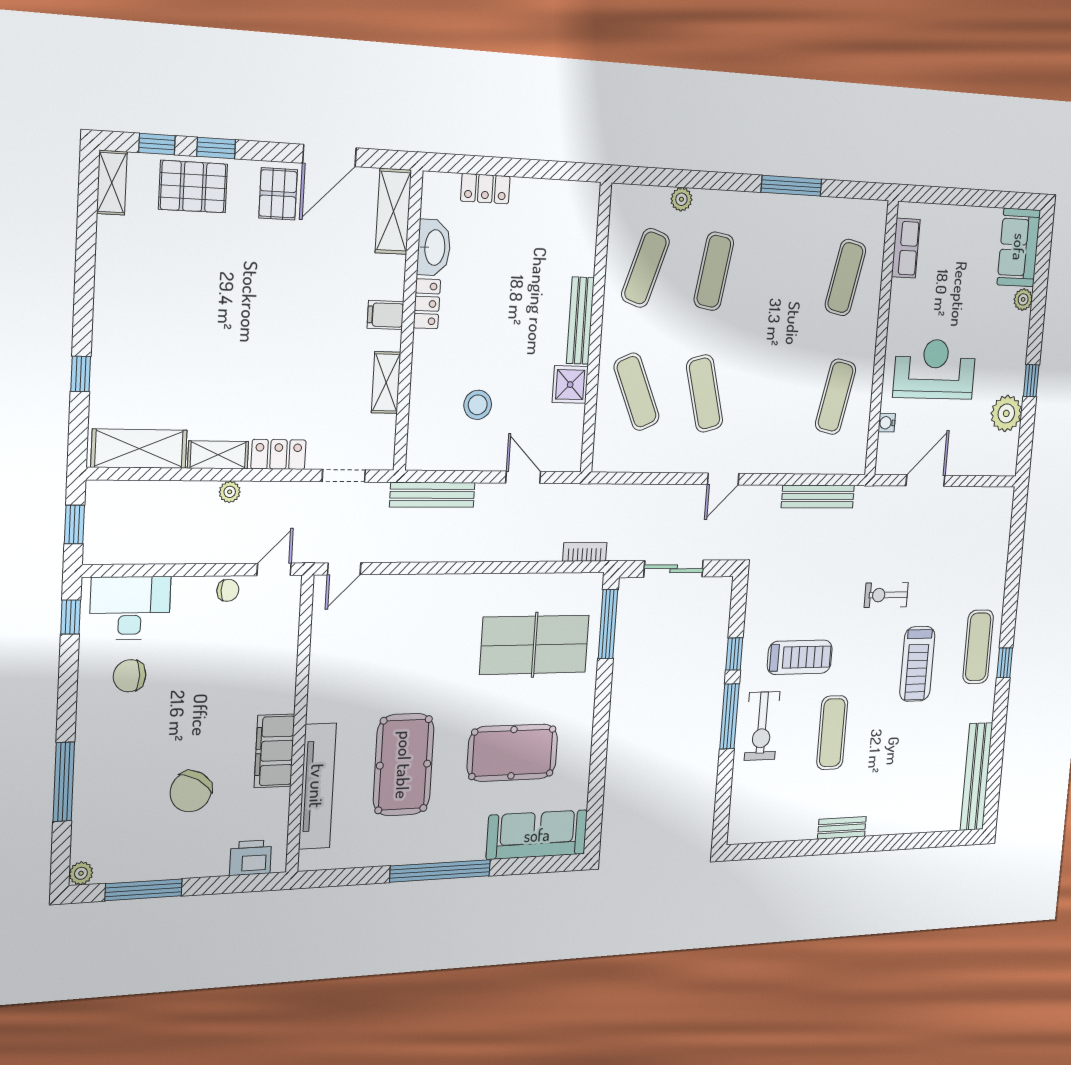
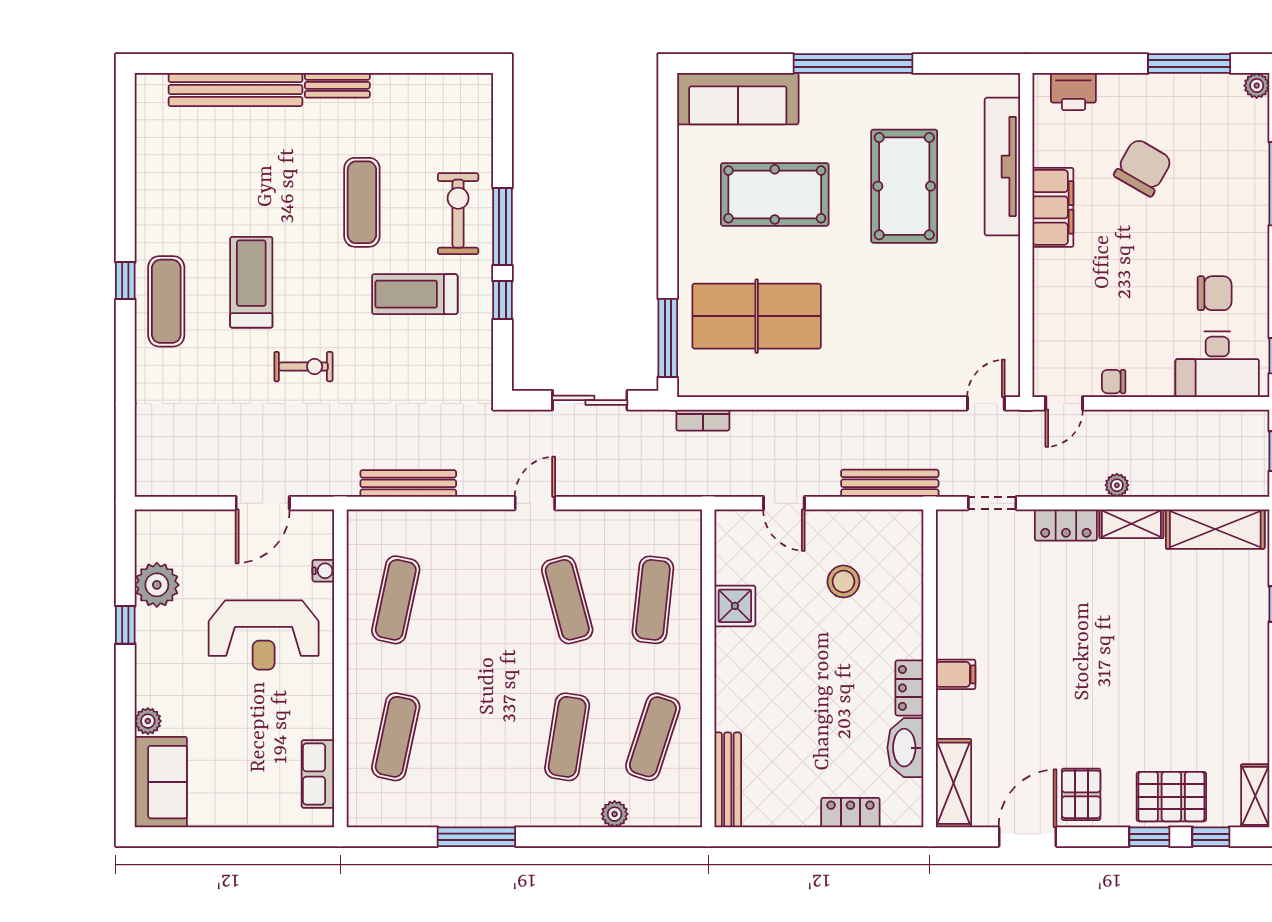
bench: (580, 321) -> (728, 780), moved
shelving: (386, 382) -> (950, 603), removed
exercise mat: (637, 392) -> (653, 600), turned 30
bench: (976, 777) -> (235, 90), moved, turned 90

